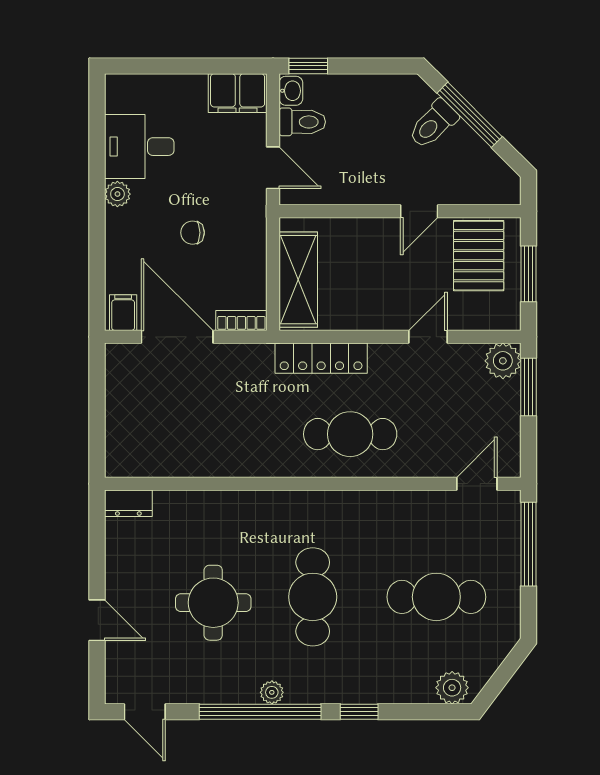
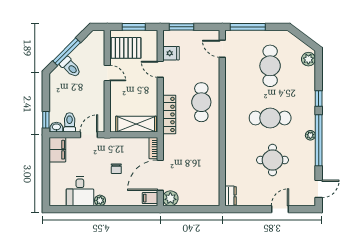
plant: (503, 361) -> (170, 198), moved
fridge: (466, 362) -> (171, 53), added

